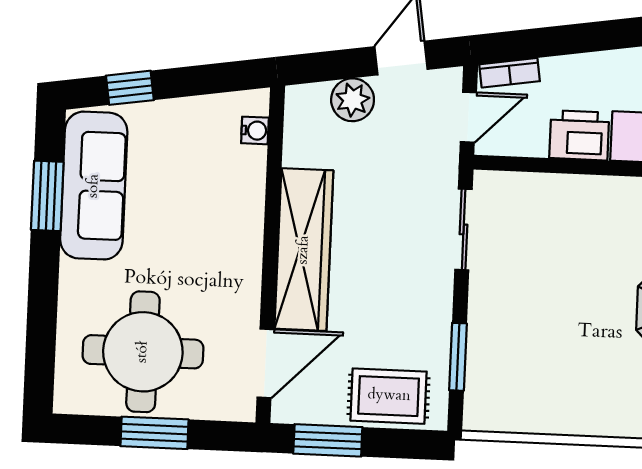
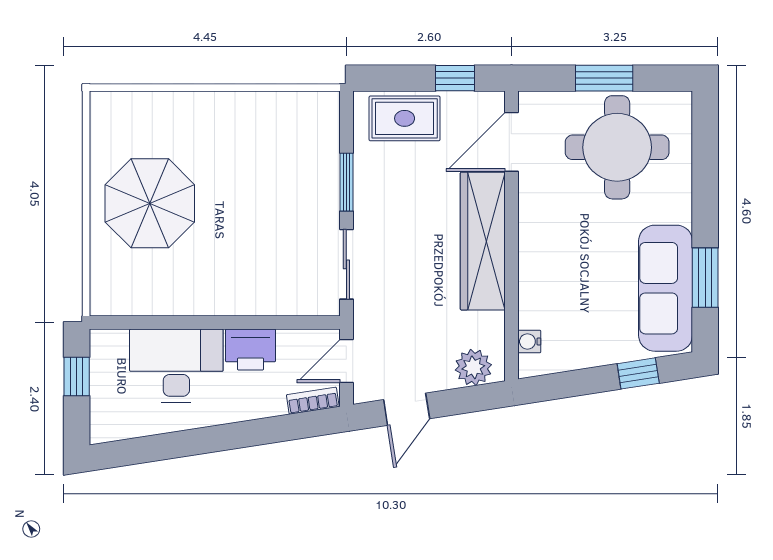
plant: (353, 100) -> (473, 367), moved
window: (458, 357) -> (346, 182), moved
window: (328, 440) -> (455, 78), width x0.67

